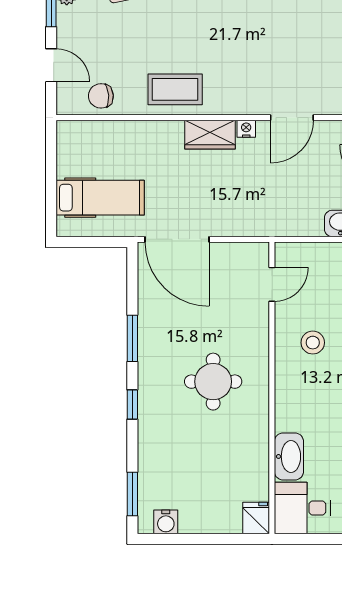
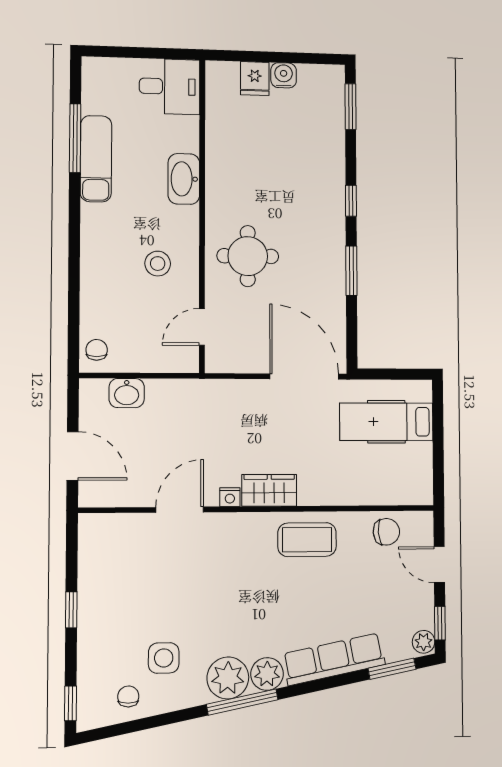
round table: (213, 382) -> (248, 256), moved
washbasin: (289, 456) -> (184, 179), moved
fridge: (256, 518) -> (255, 79), moved
water cooler: (166, 522) -> (284, 75), moved

